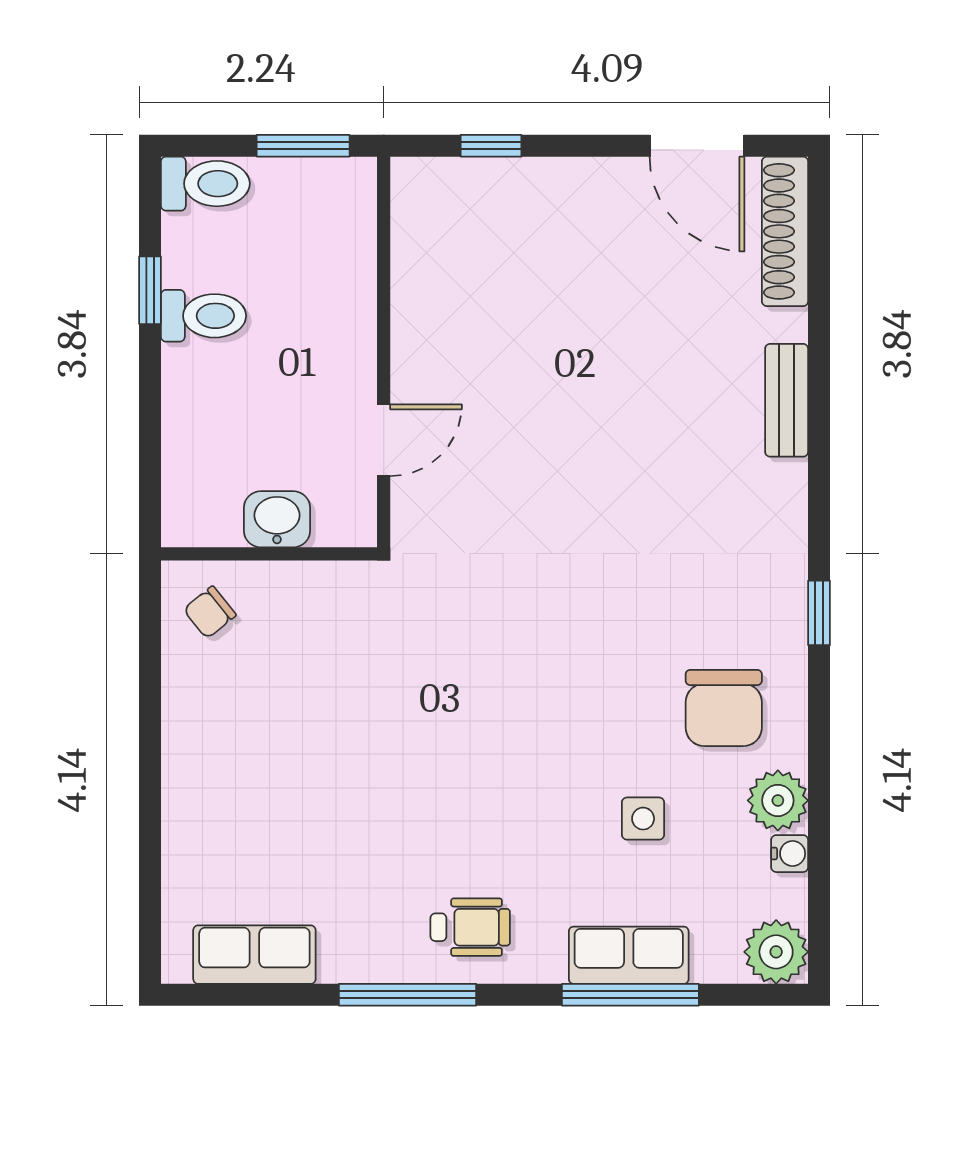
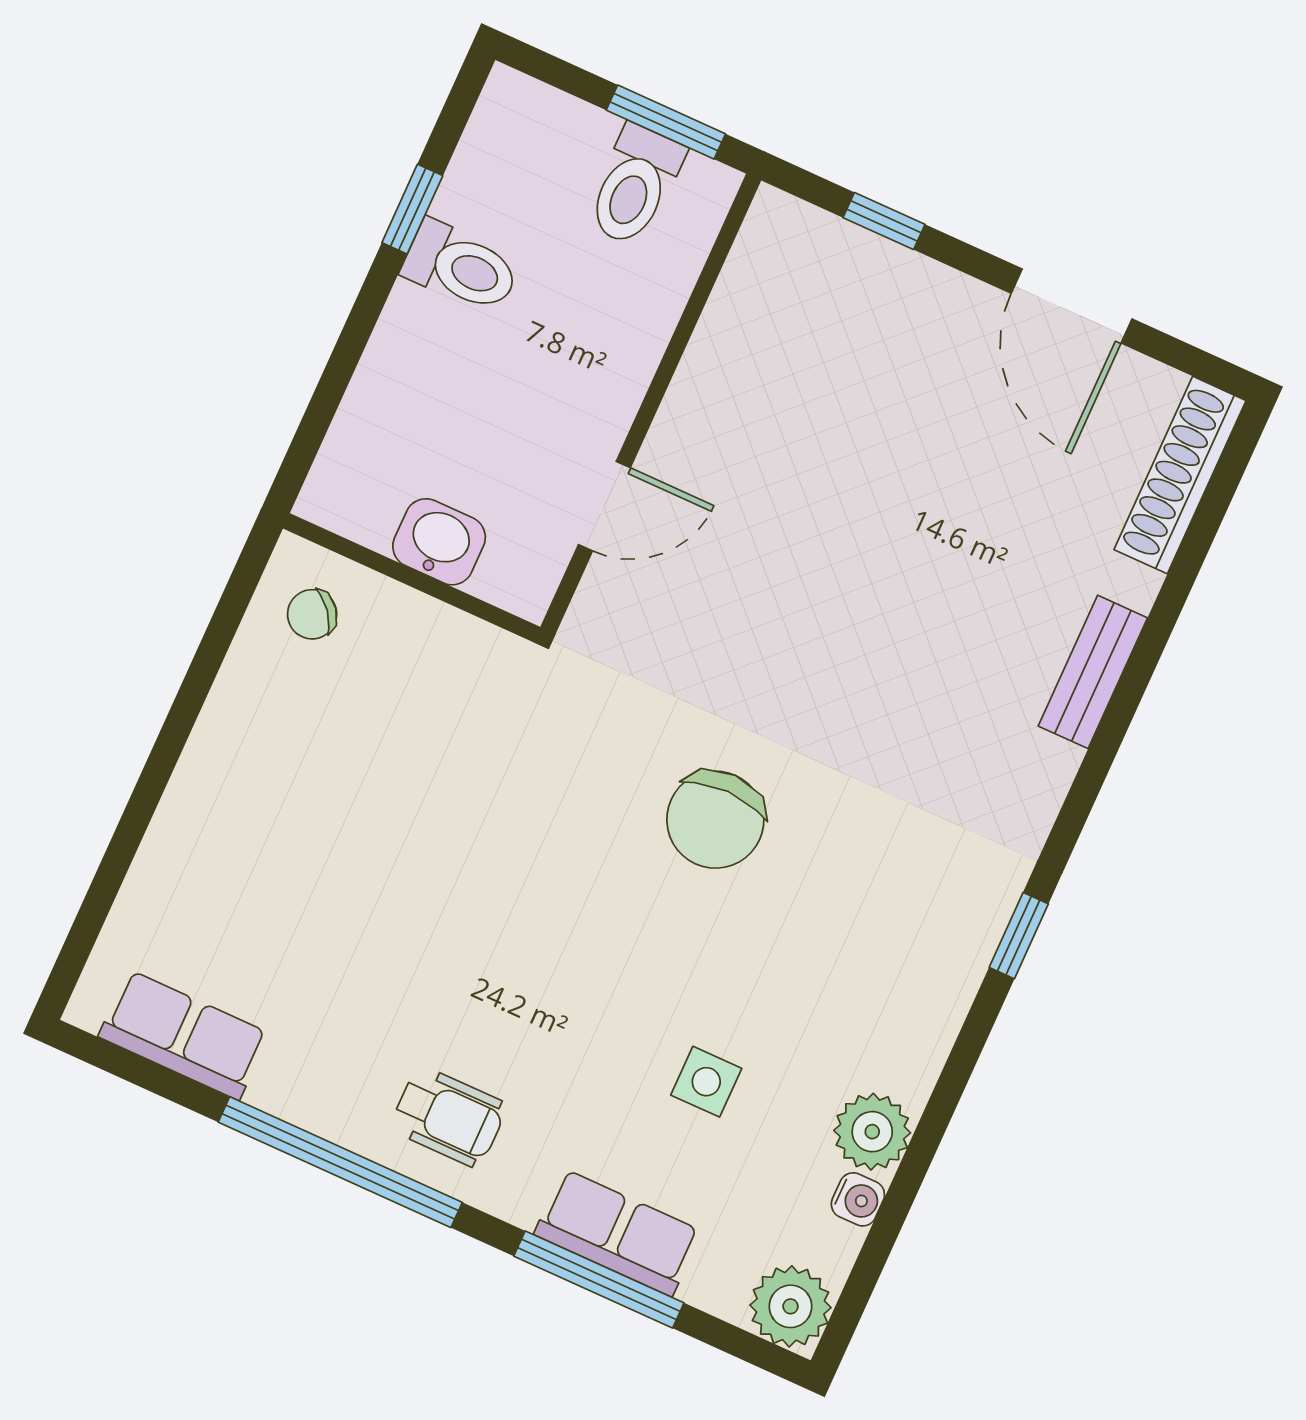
door: (697, 146) -> (1072, 306), moved
toilet: (205, 184) -> (635, 185), moved, turned 90
chair: (724, 708) -> (715, 820), moved
window: (408, 995) -> (340, 1162), width x1.46

